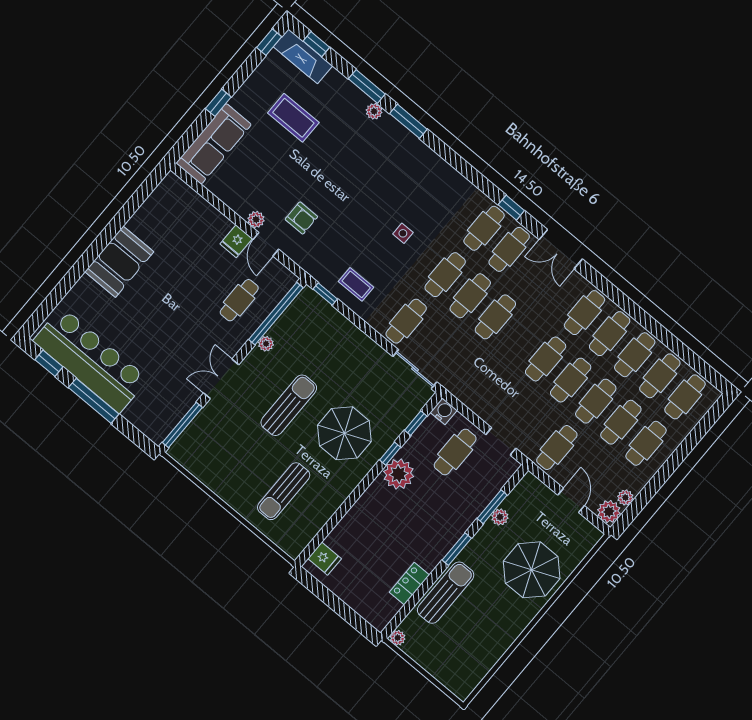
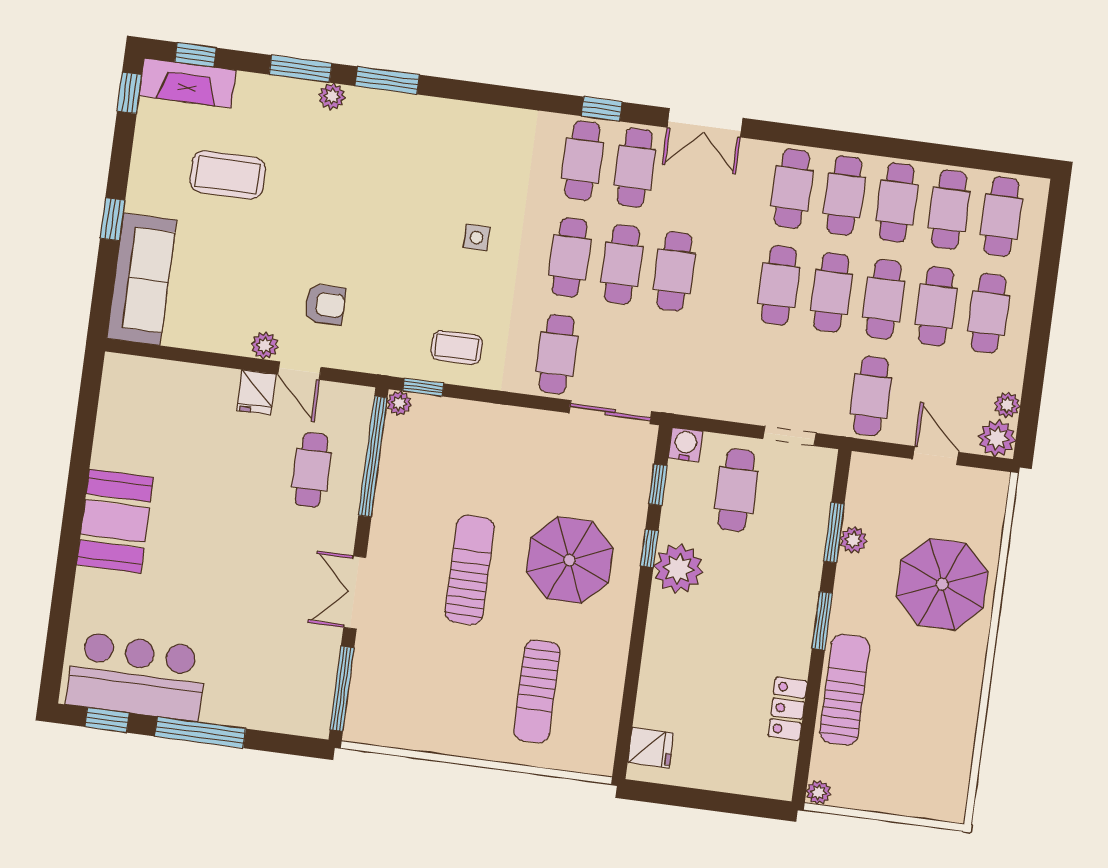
plant: (266, 344) -> (399, 403), moved
bar counter: (91, 360) -> (137, 676), width x0.73

